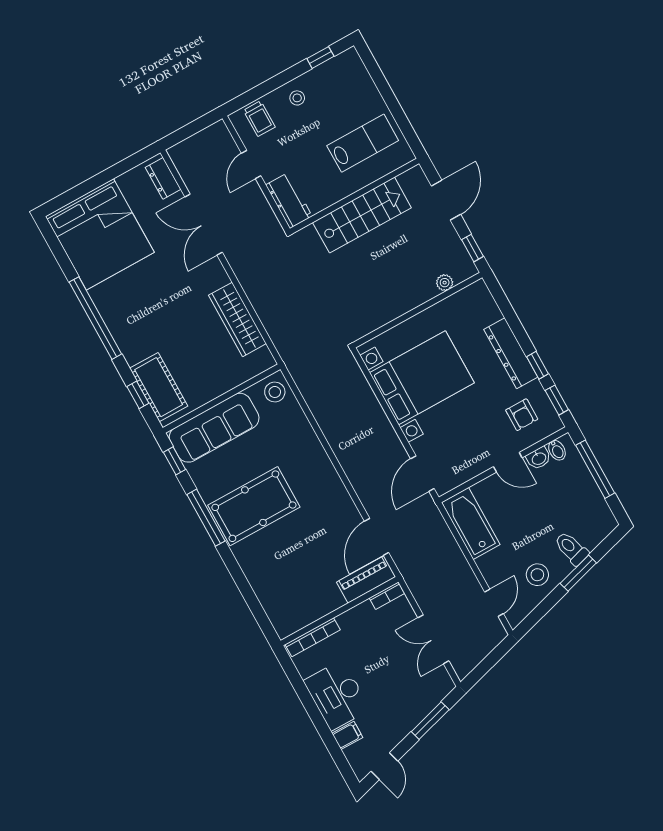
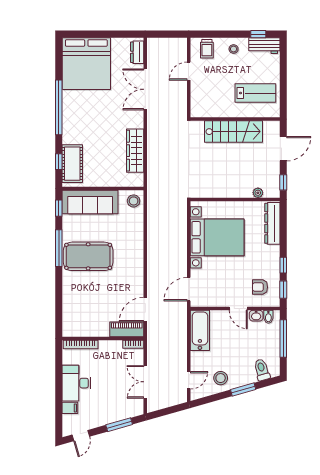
workbench: (289, 201) -> (264, 46), moved, turned 90
dresser: (511, 353) -> (272, 223), moved
armchair: (522, 415) -> (260, 287), turned 90
toilet: (571, 548) -> (262, 370), moved

